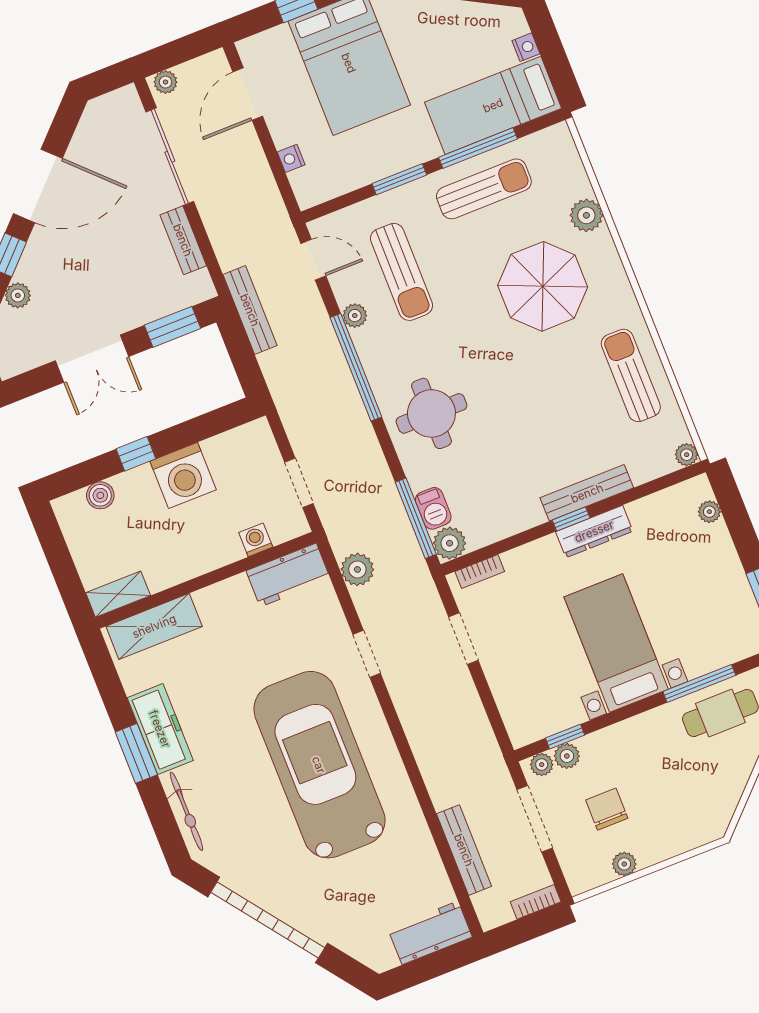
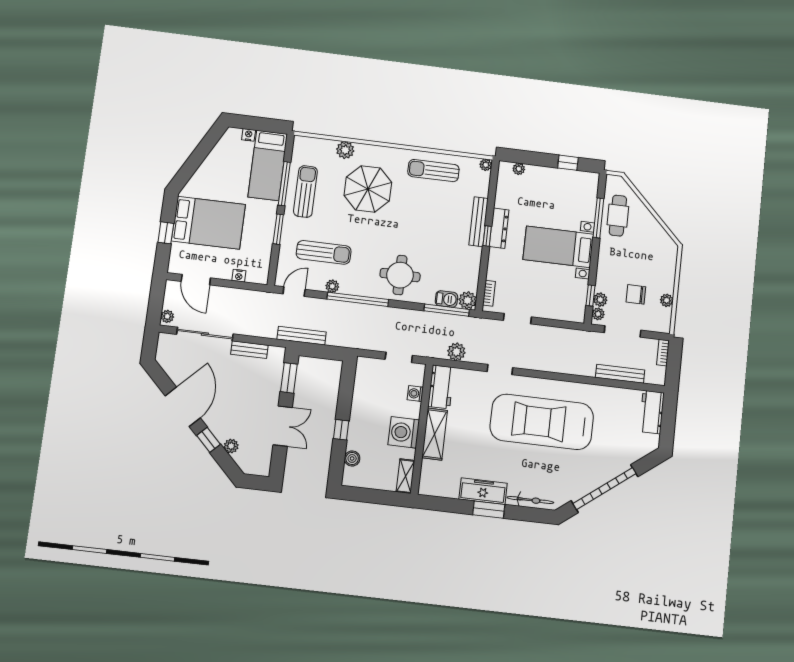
washing machine: (183, 475) -> (404, 432), moved, turned 180
shelving: (154, 626) -> (435, 434), moved

